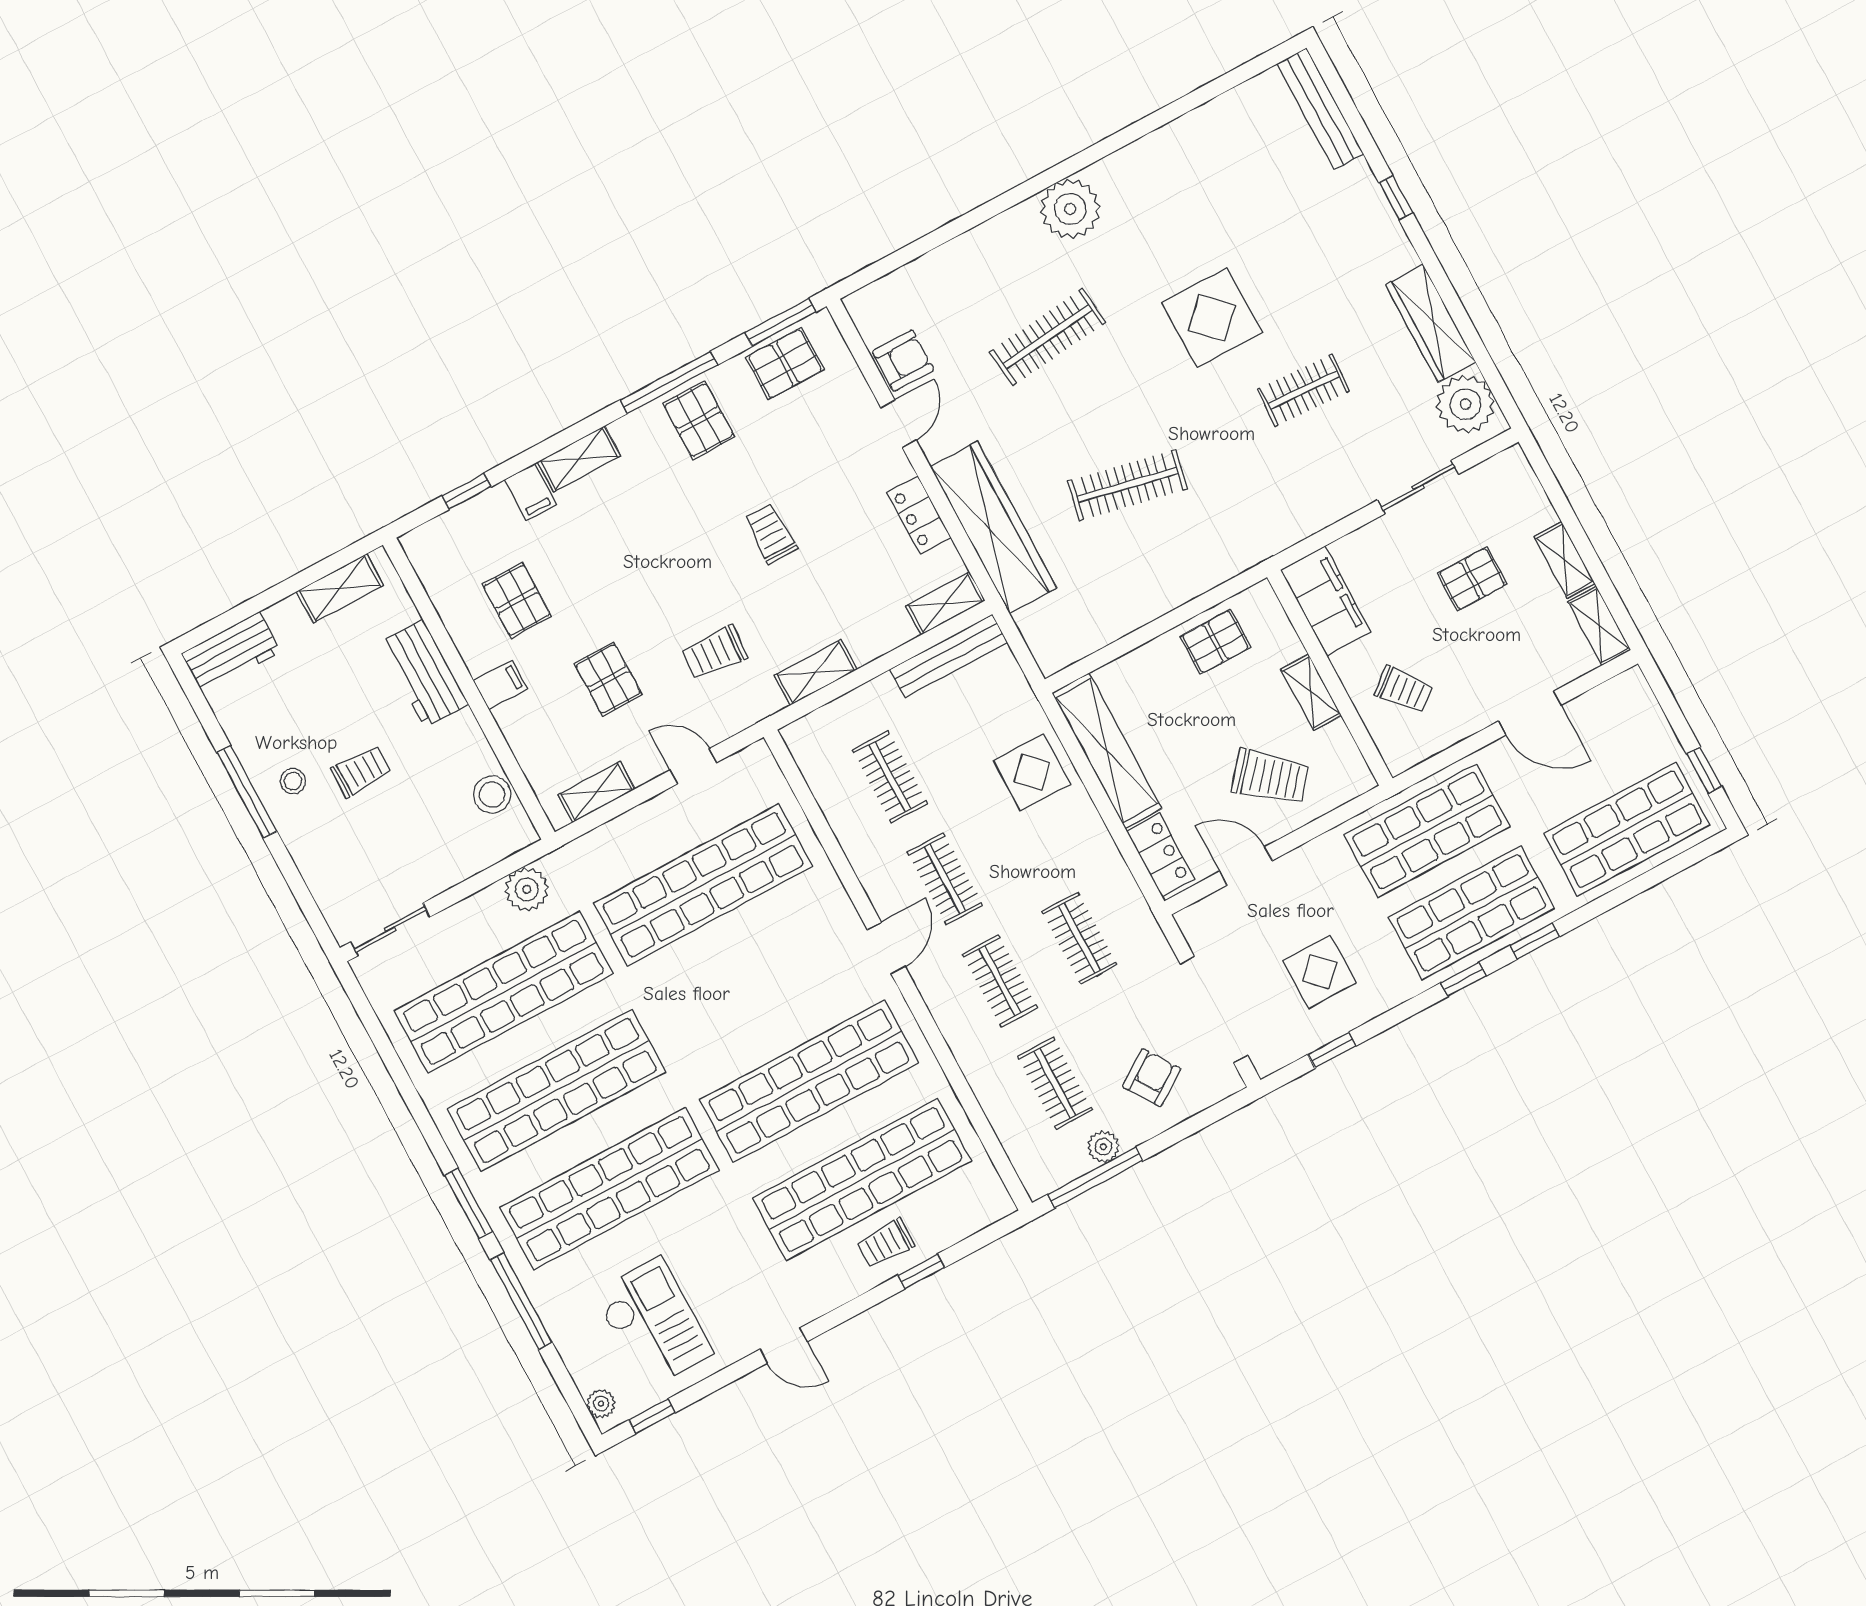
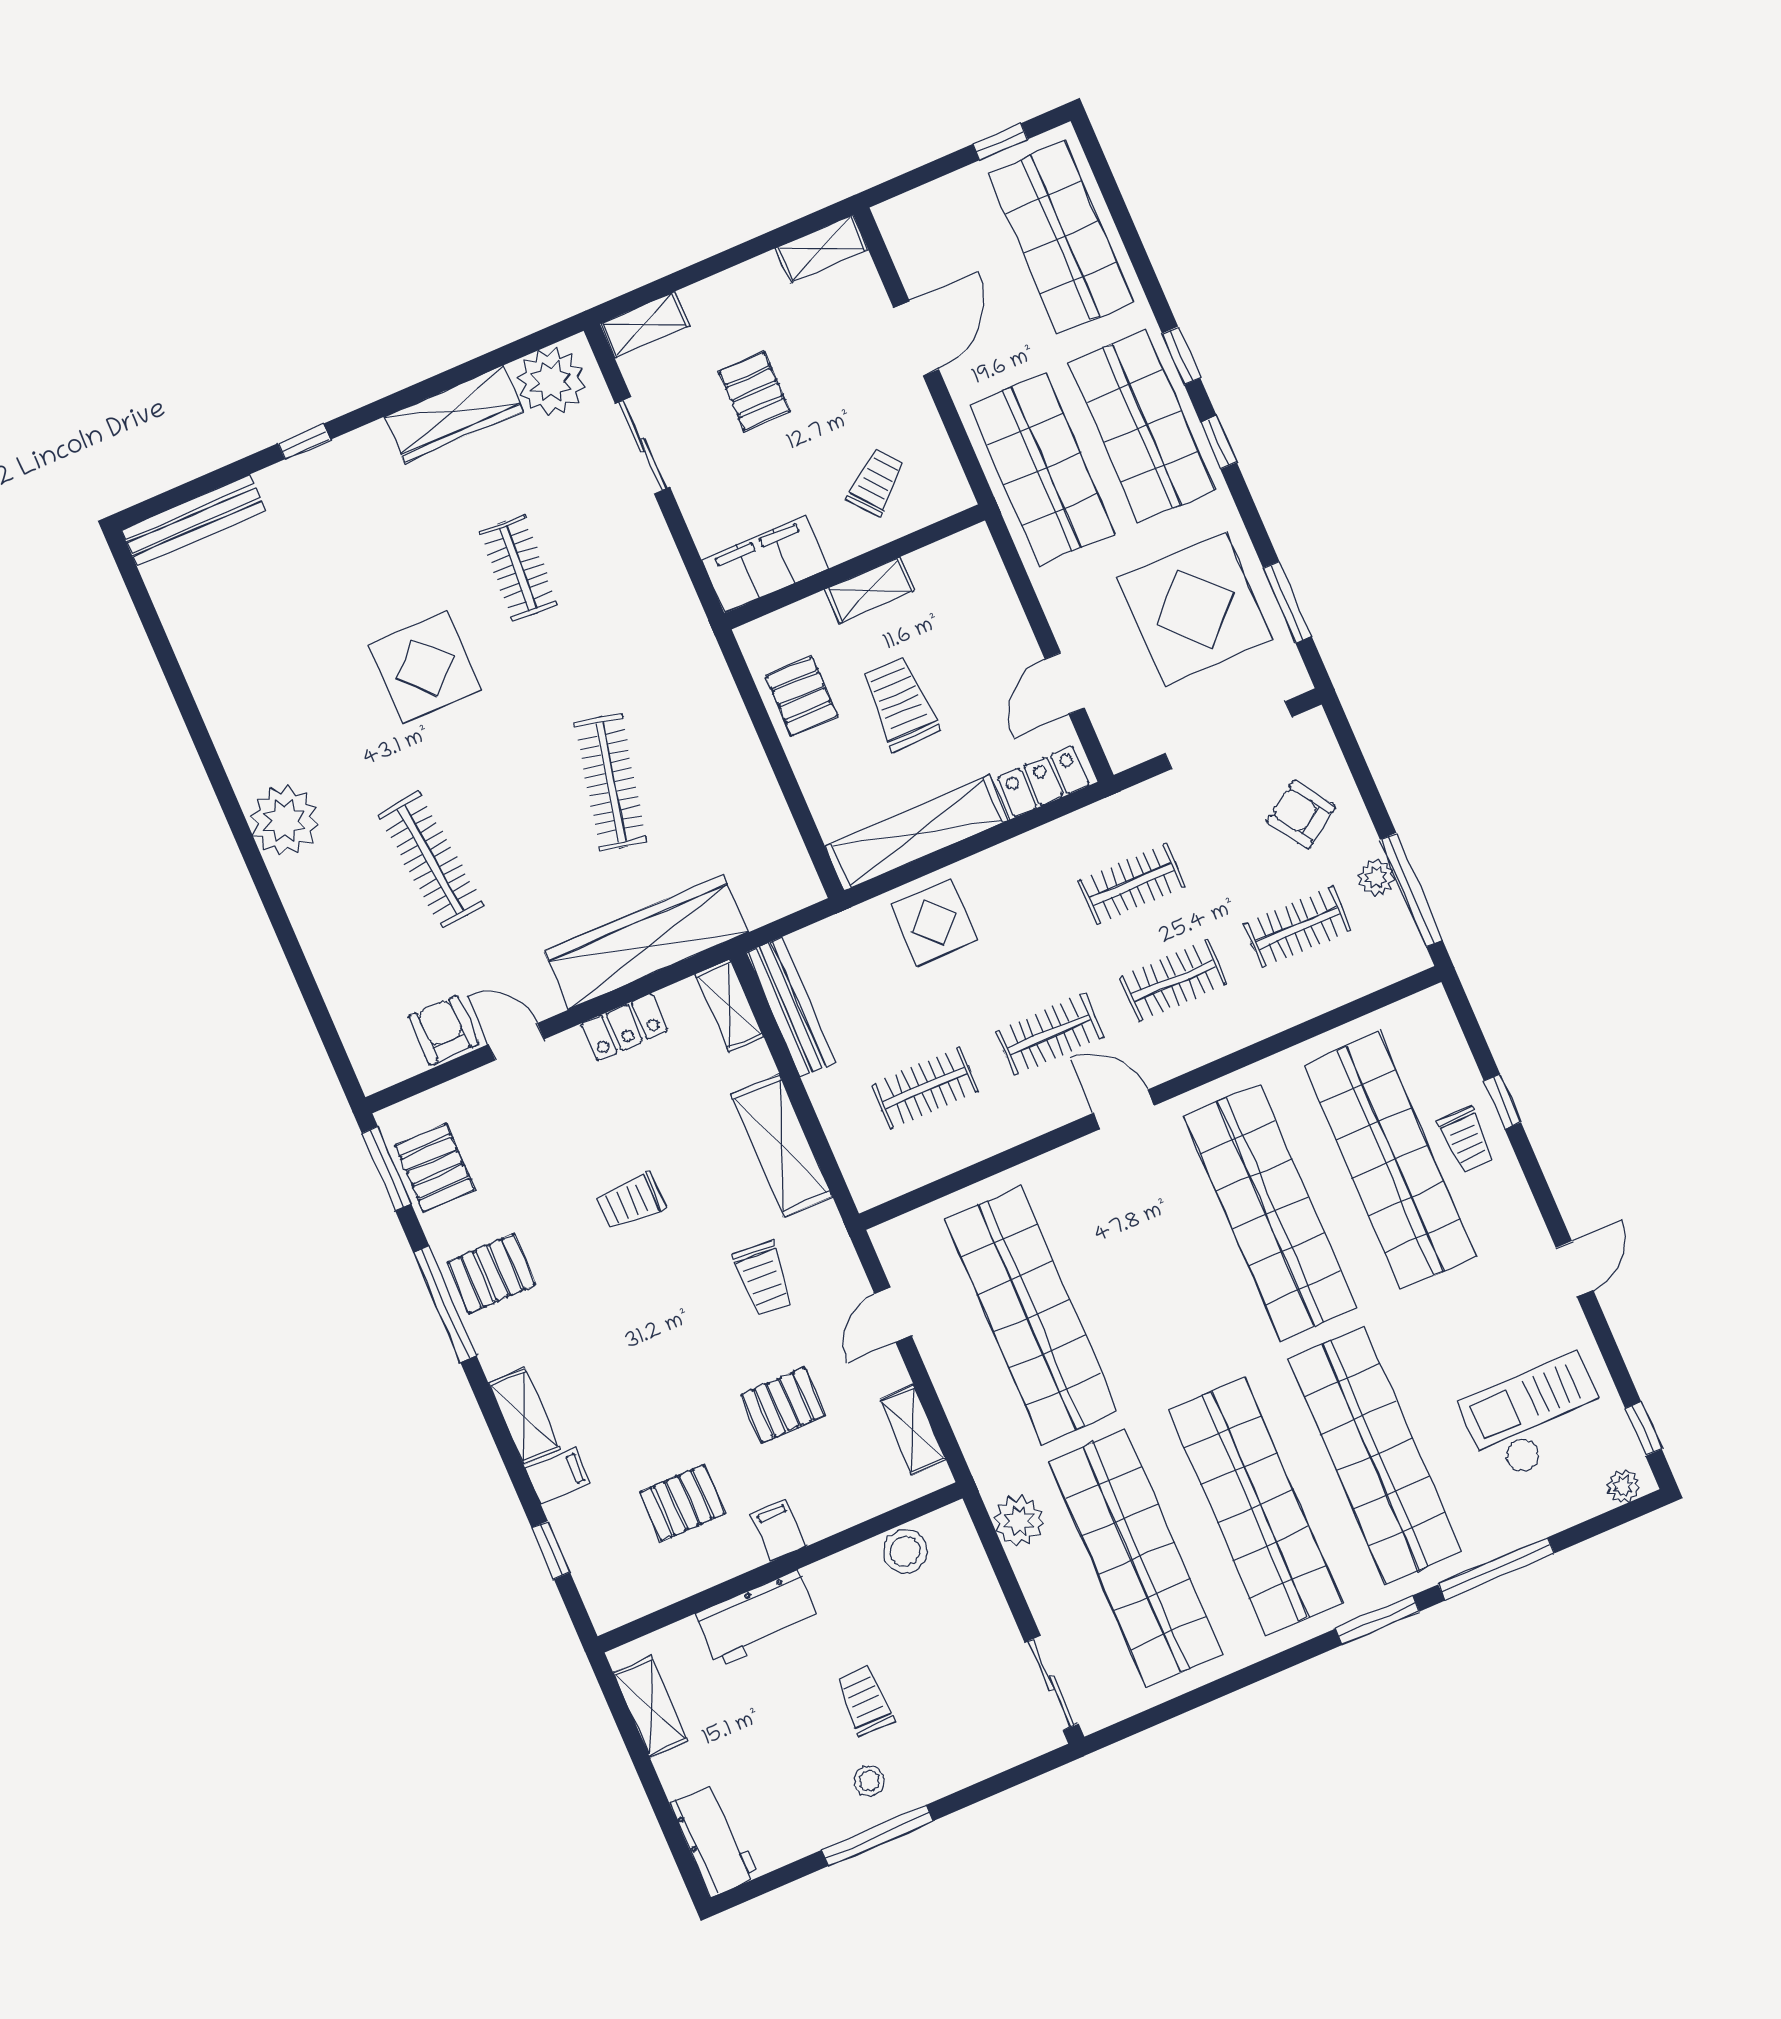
shelving: (1564, 560) -> (645, 324), moved
shelving: (816, 672) -> (782, 1145), width x1.50, depth x1.33
trolley: (1270, 777) -> (900, 704), moved, turned -40
display table: (1319, 972) -> (1195, 609), width x1.86, depth x1.86
window: (1332, 1050) -> (1287, 602), width x1.50

